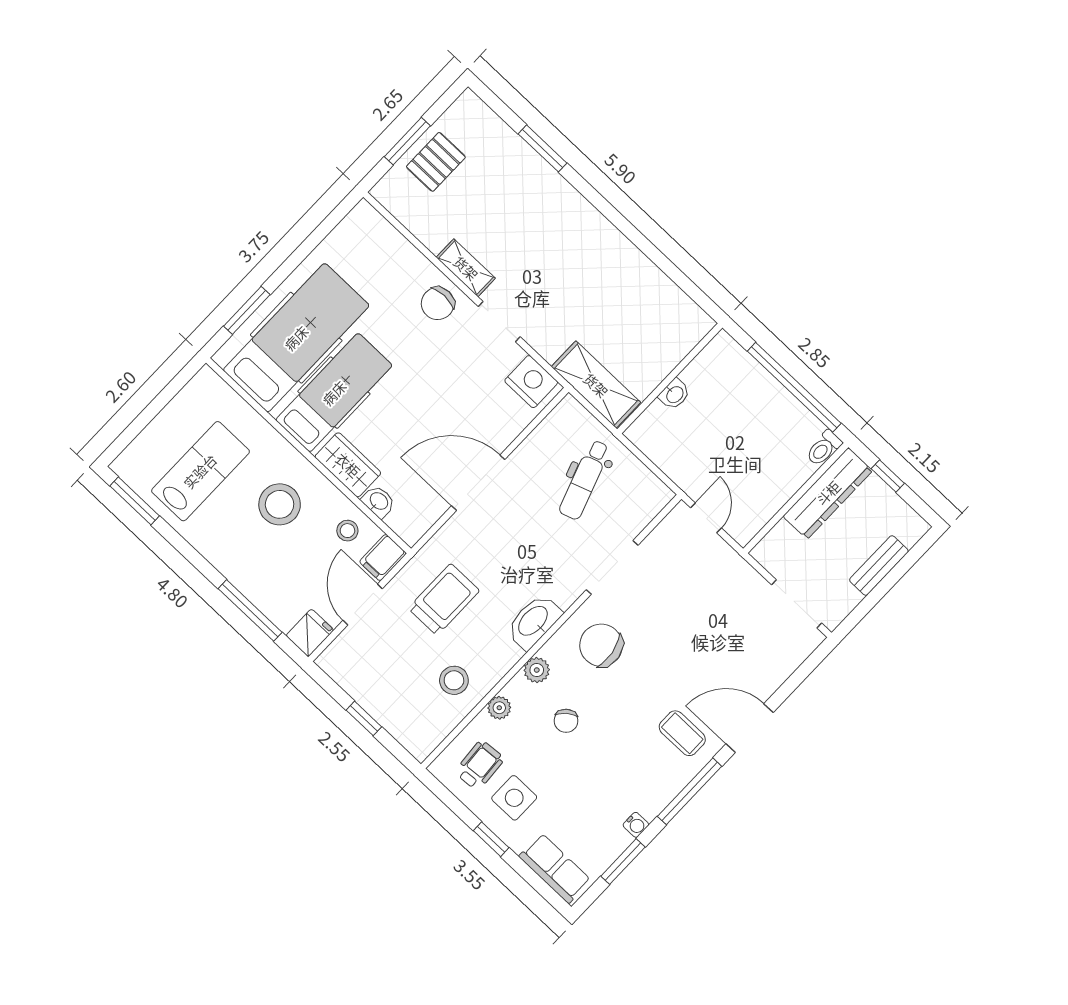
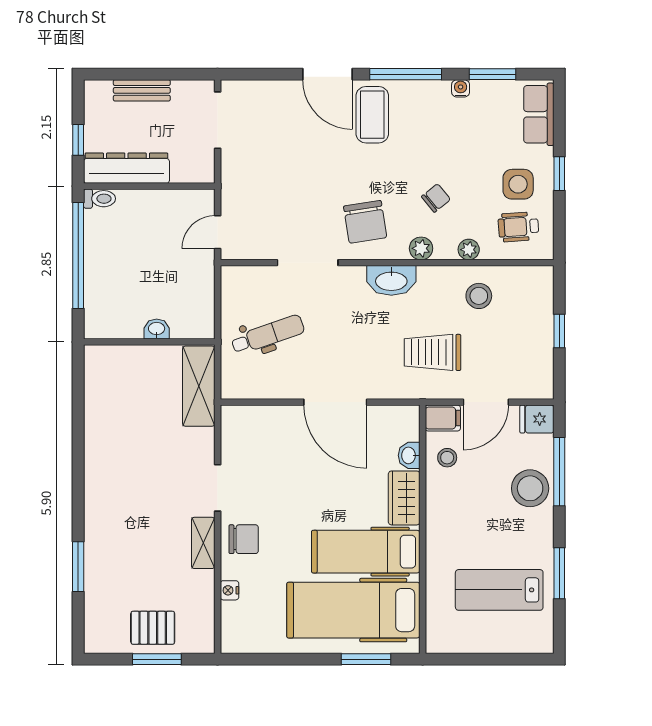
nightstand: (531, 382) -> (229, 590), moved, width x0.53, depth x0.56
window: (135, 501) -> (559, 573), moved
stool: (280, 504) -> (530, 488), moved
coffee table: (682, 733) -> (372, 115), width x1.36, depth x1.30

